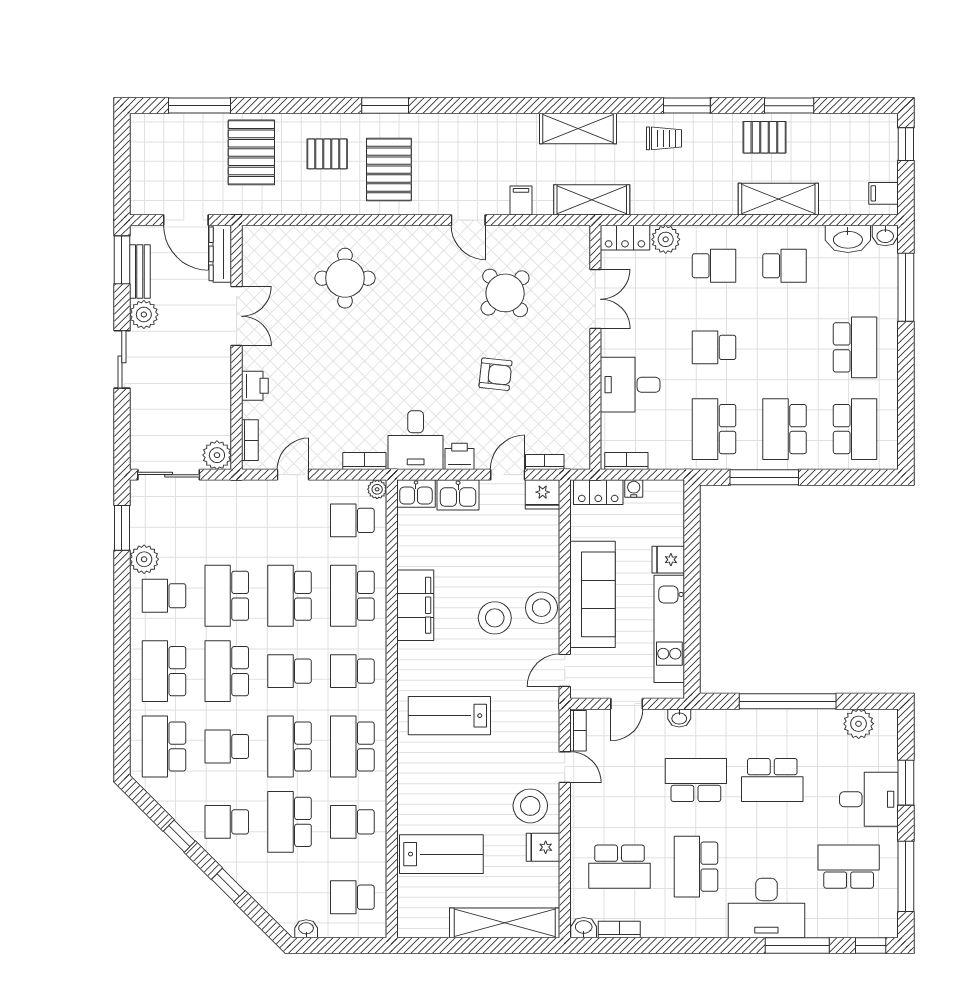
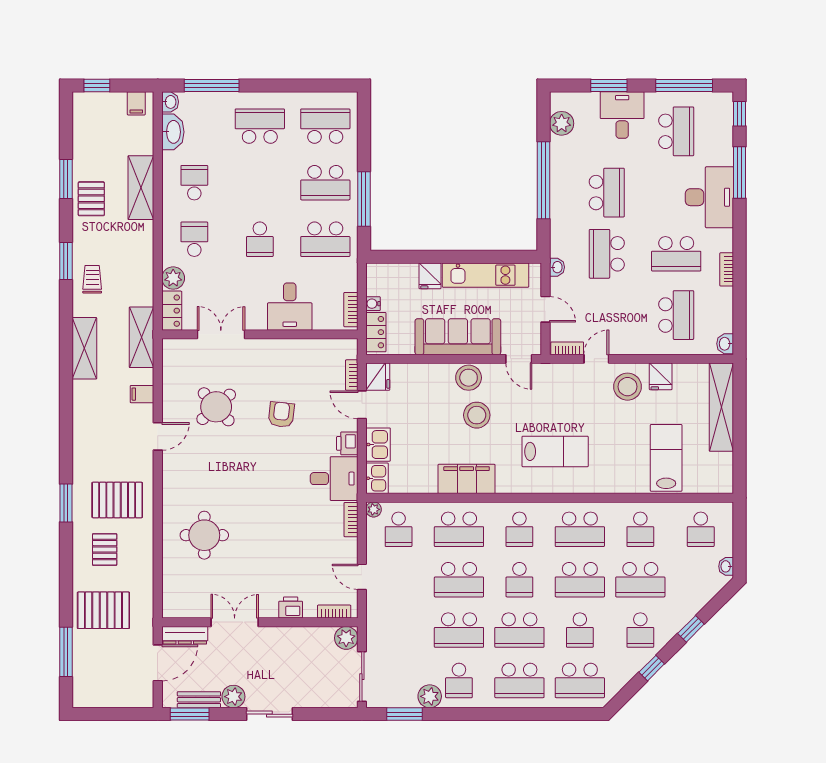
lab bench: (449, 716) -> (555, 451), turned -90
school desk: (849, 867) -> (676, 131), turned 180
bookcase: (619, 930) -> (727, 269), moved

